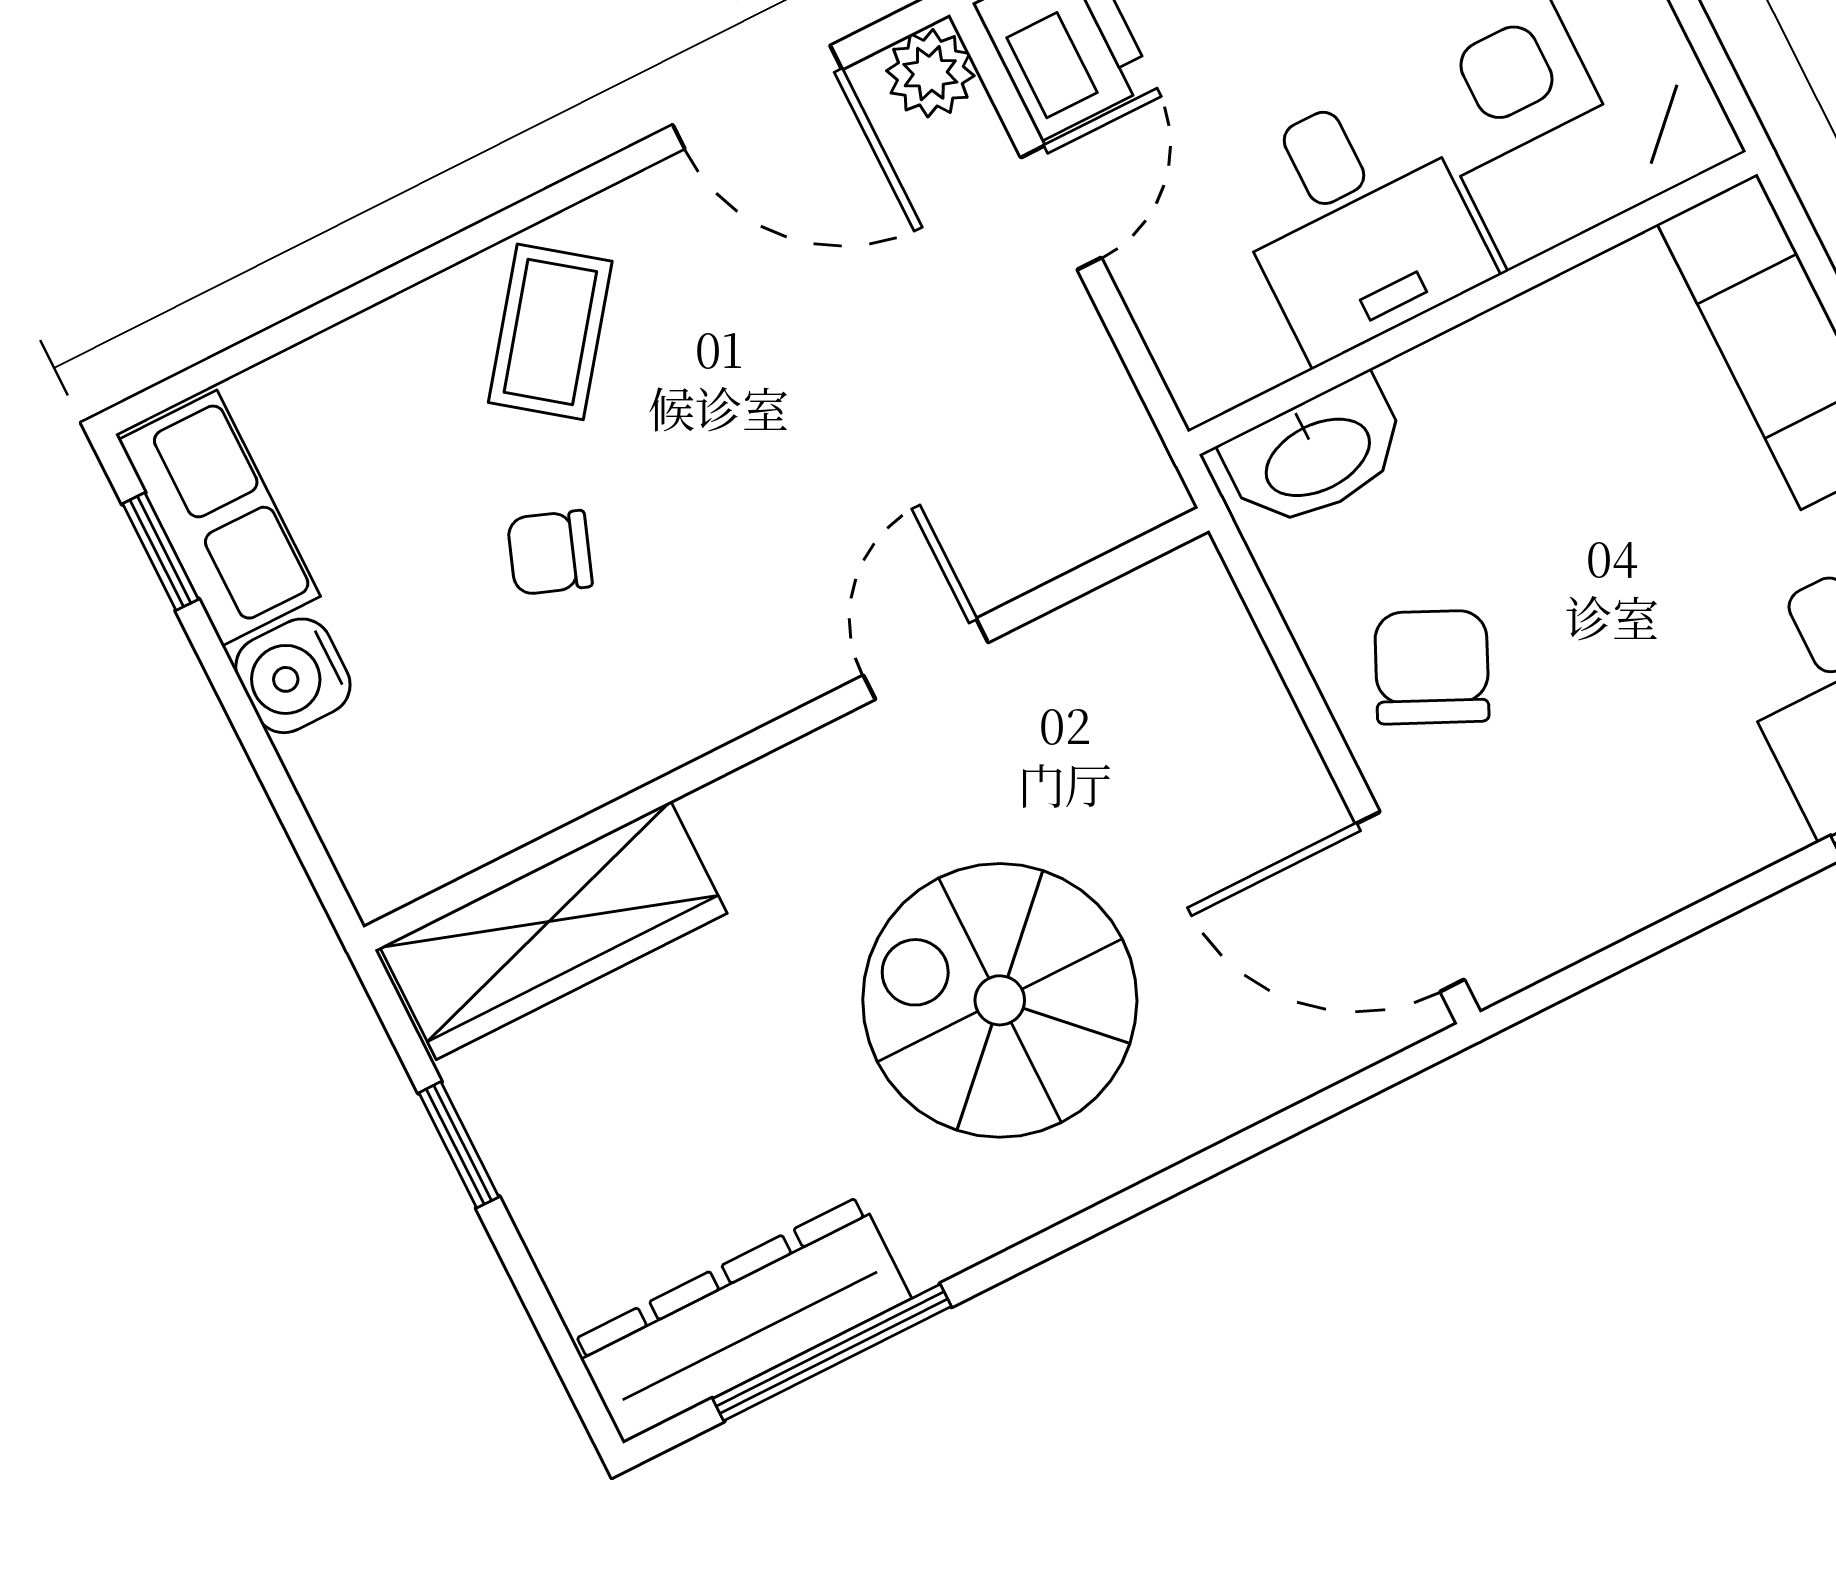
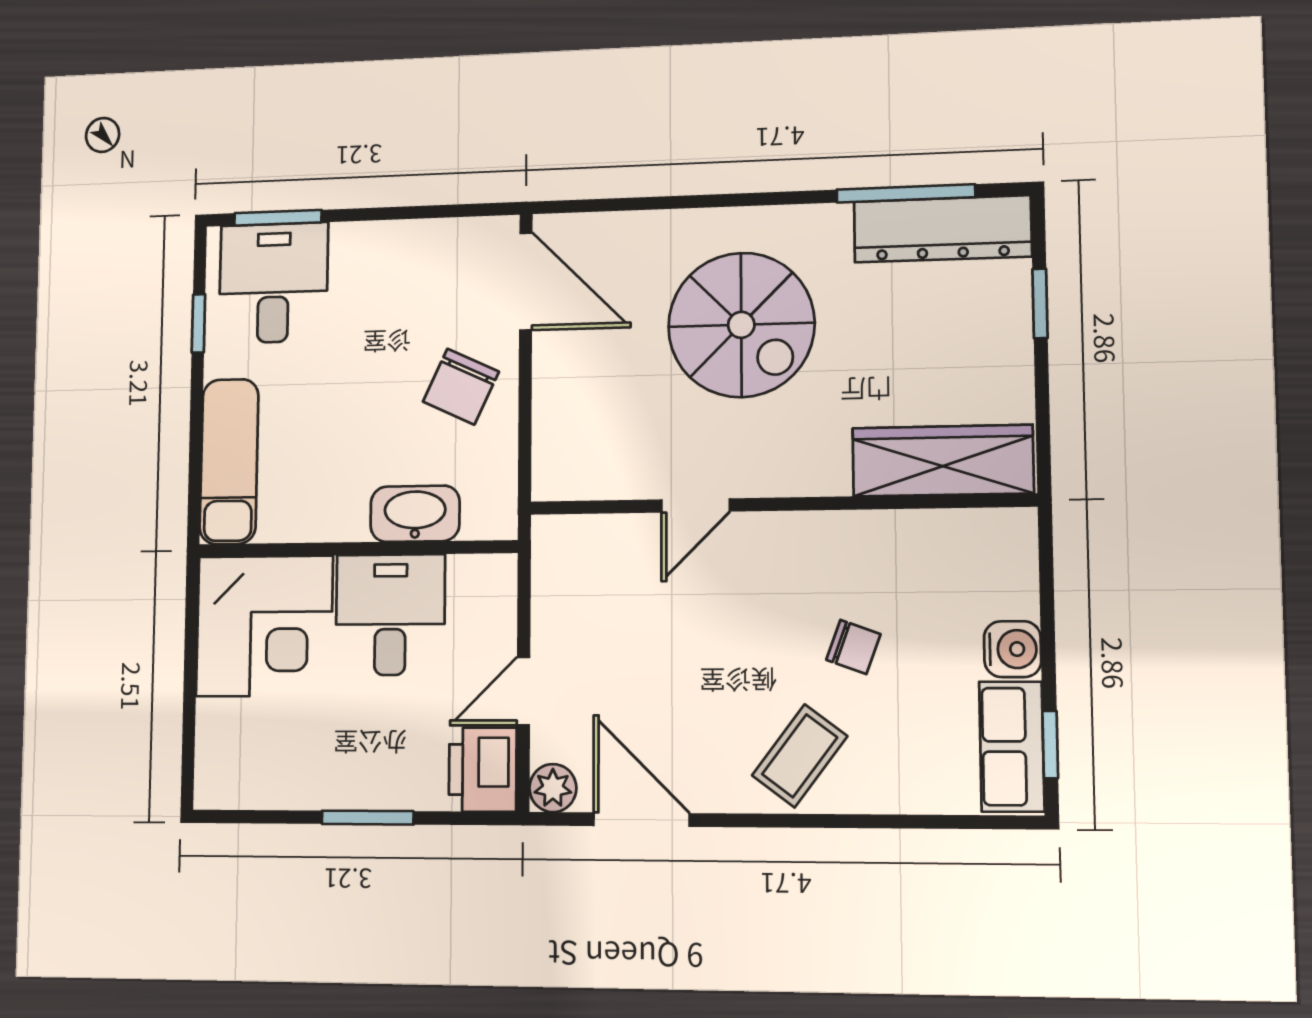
washbasin: (1316, 455) -> (415, 514), moved
window: (459, 1145) -> (1040, 303), moved

